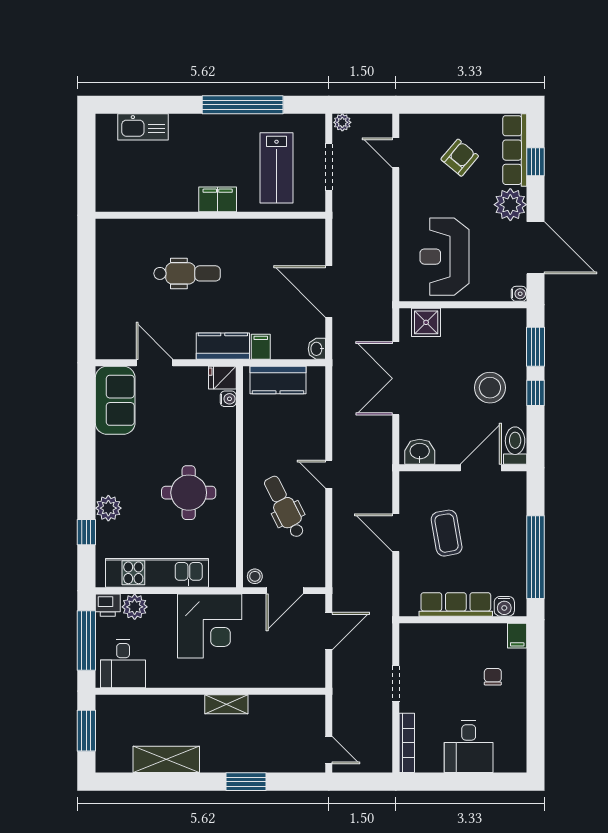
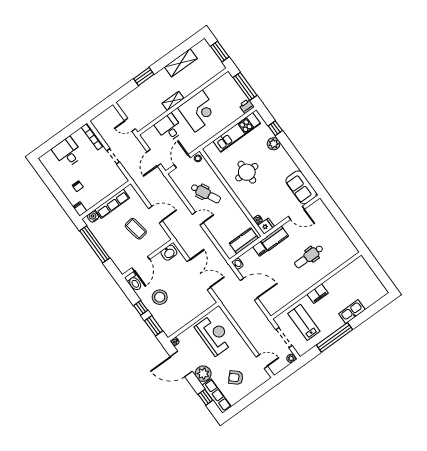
kitchen sink: (143, 127) -> (352, 312), moved
armchair: (460, 158) -> (236, 378), turned 92
shower: (426, 322) -> (203, 304), removed
plant: (135, 607) -> (236, 113), removed
corner desk: (210, 626) -> (199, 111), moved, turned 180
desk: (123, 664) -> (169, 128), moved
door: (329, 750) -> (130, 125), moved

